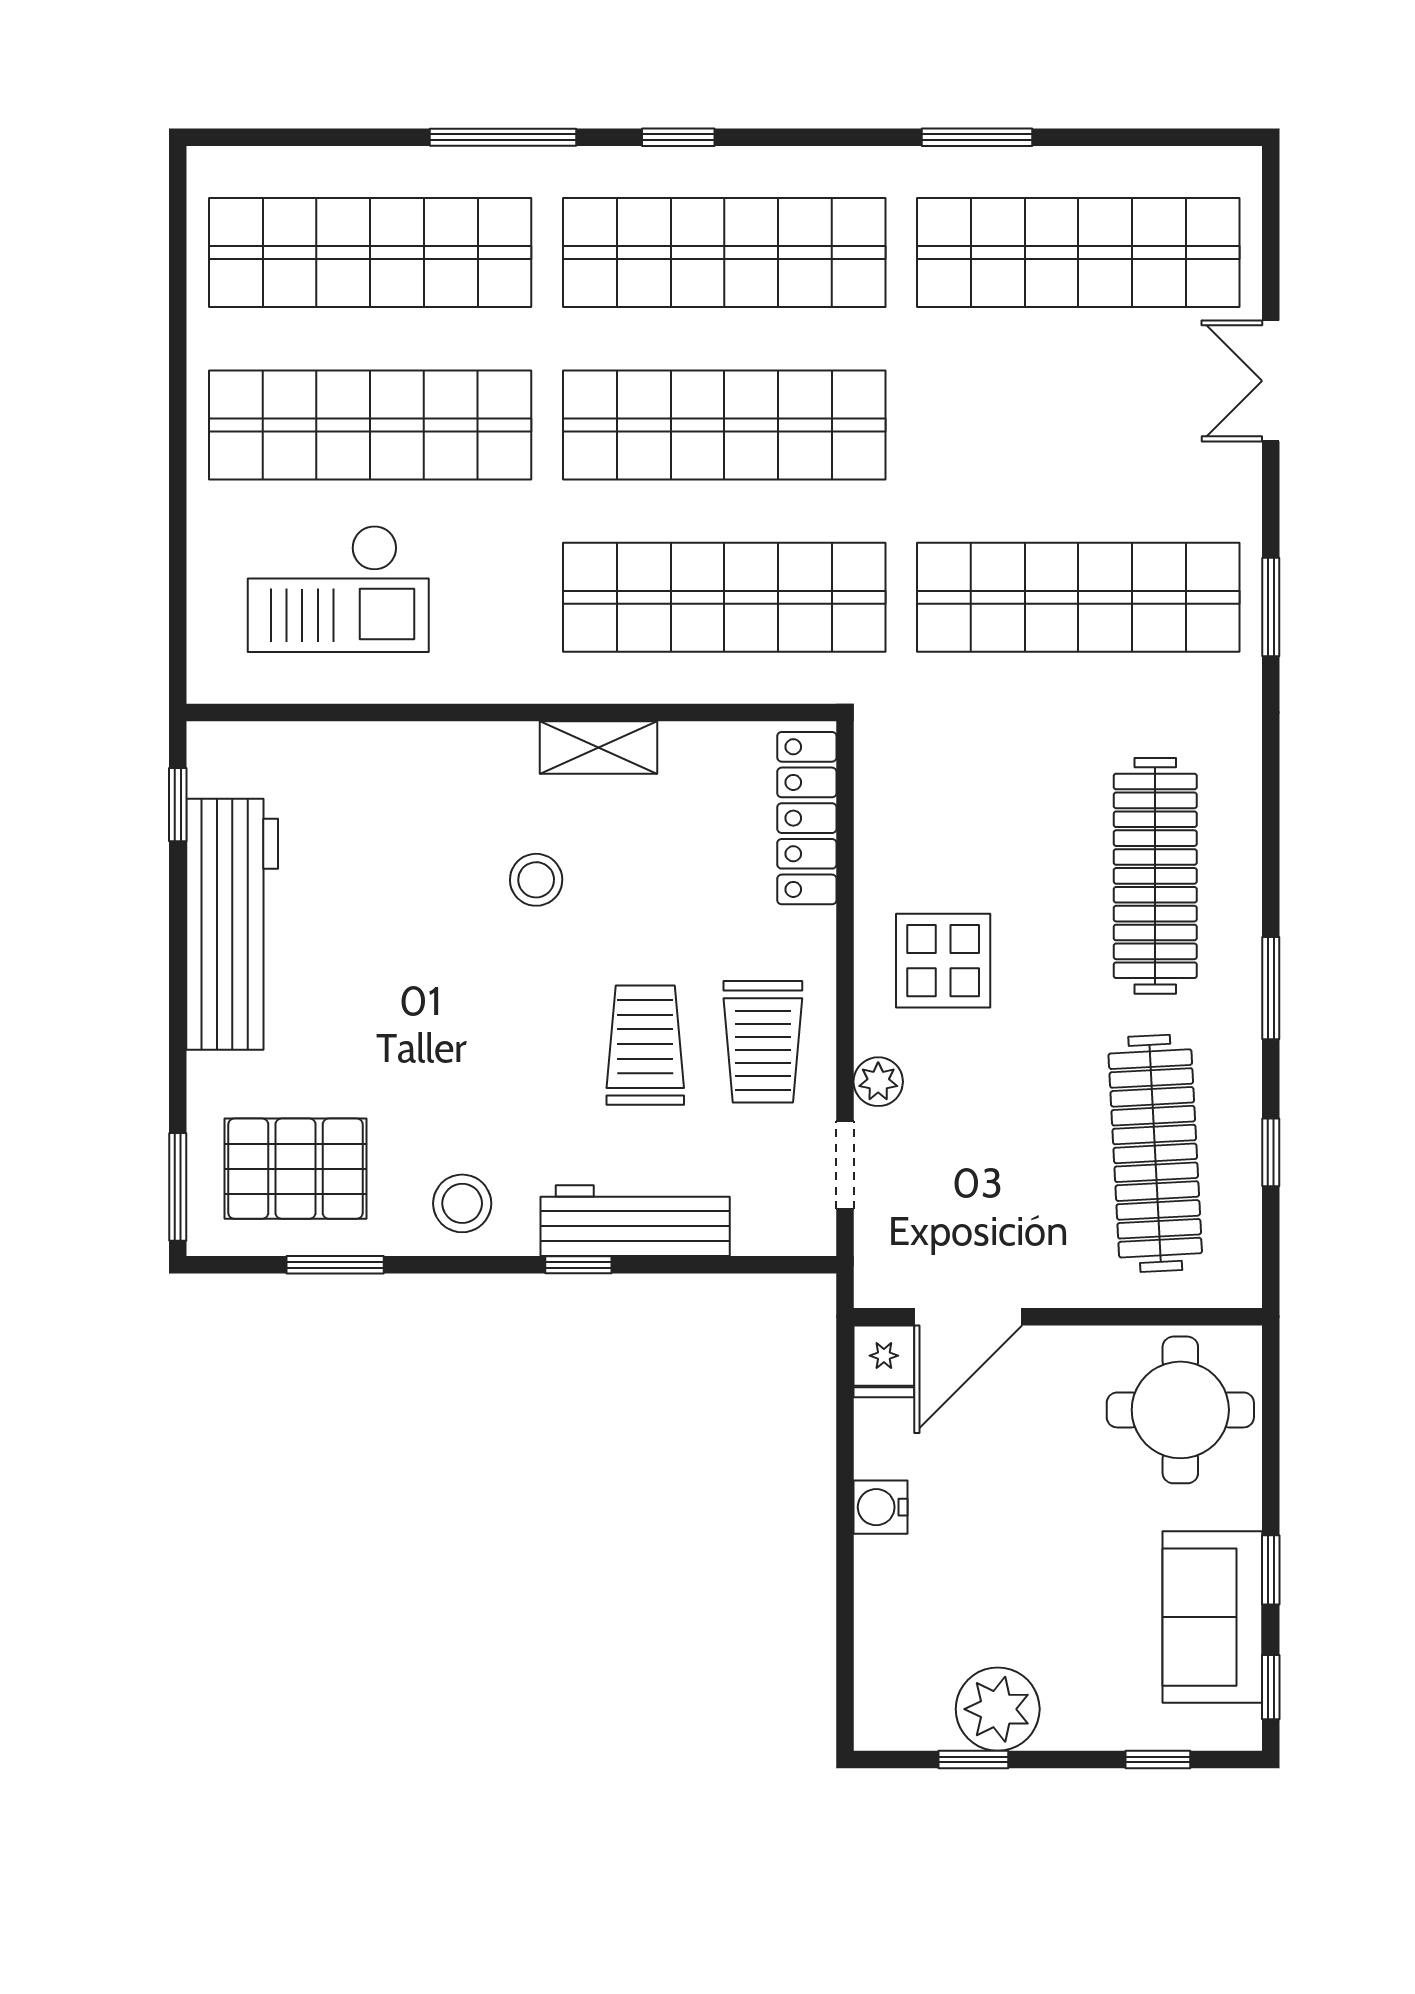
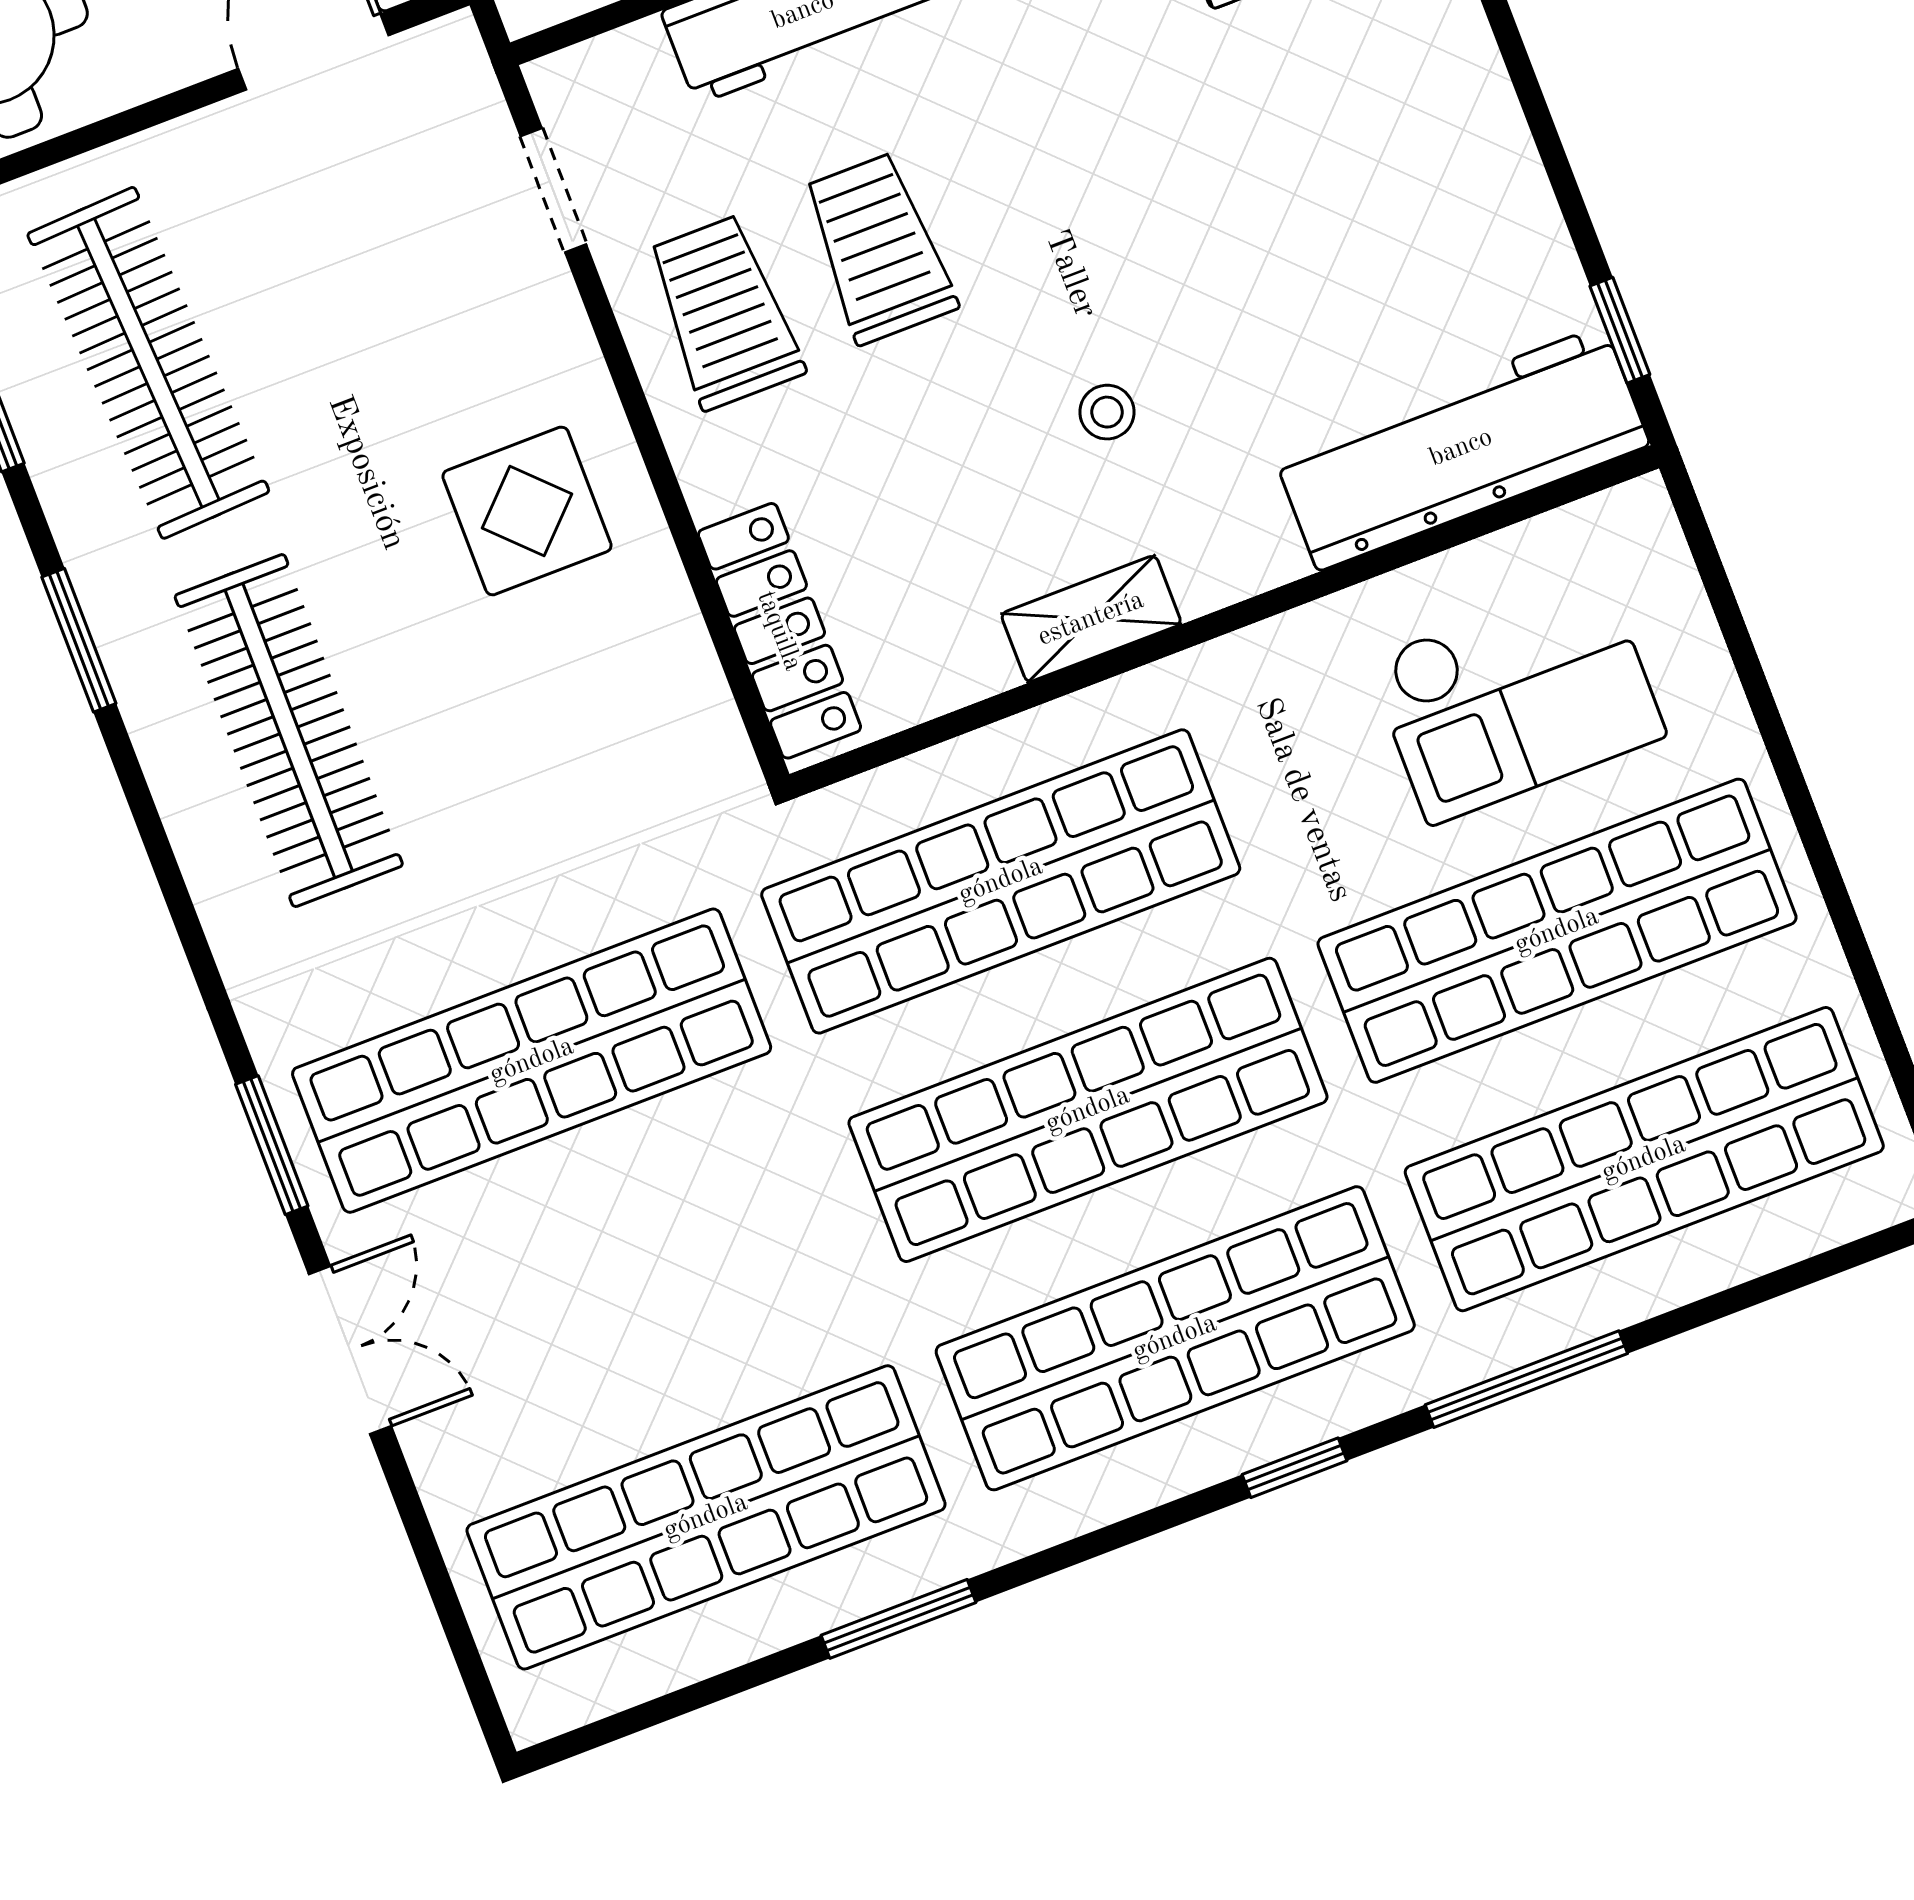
double door: (1271, 381) -> (350, 1350), moved
checkout: (338, 589) -> (1517, 698), turned 180
stool: (536, 880) -> (1107, 412), width x0.73, depth x0.73
workbench: (232, 924) -> (1461, 448), moved, turned 90
trolley: (645, 1045) -> (879, 248), turned 180
plant: (878, 1082) -> (552, 318), removed

